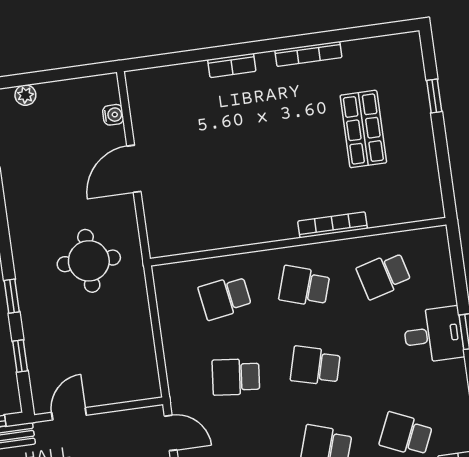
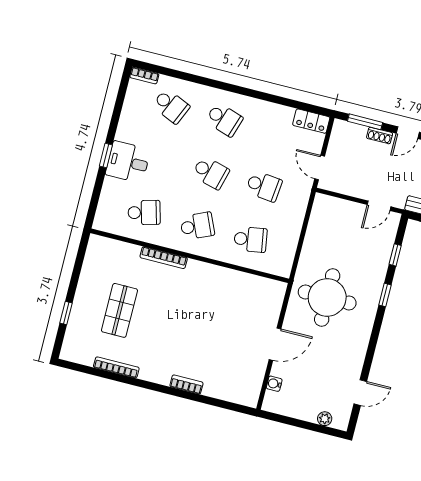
bookcase: (308, 54) -> (116, 367), moved
round table: (89, 261) -> (327, 297), width x1.36, depth x1.36
school desk: (304, 286) -> (197, 226), turned -42

